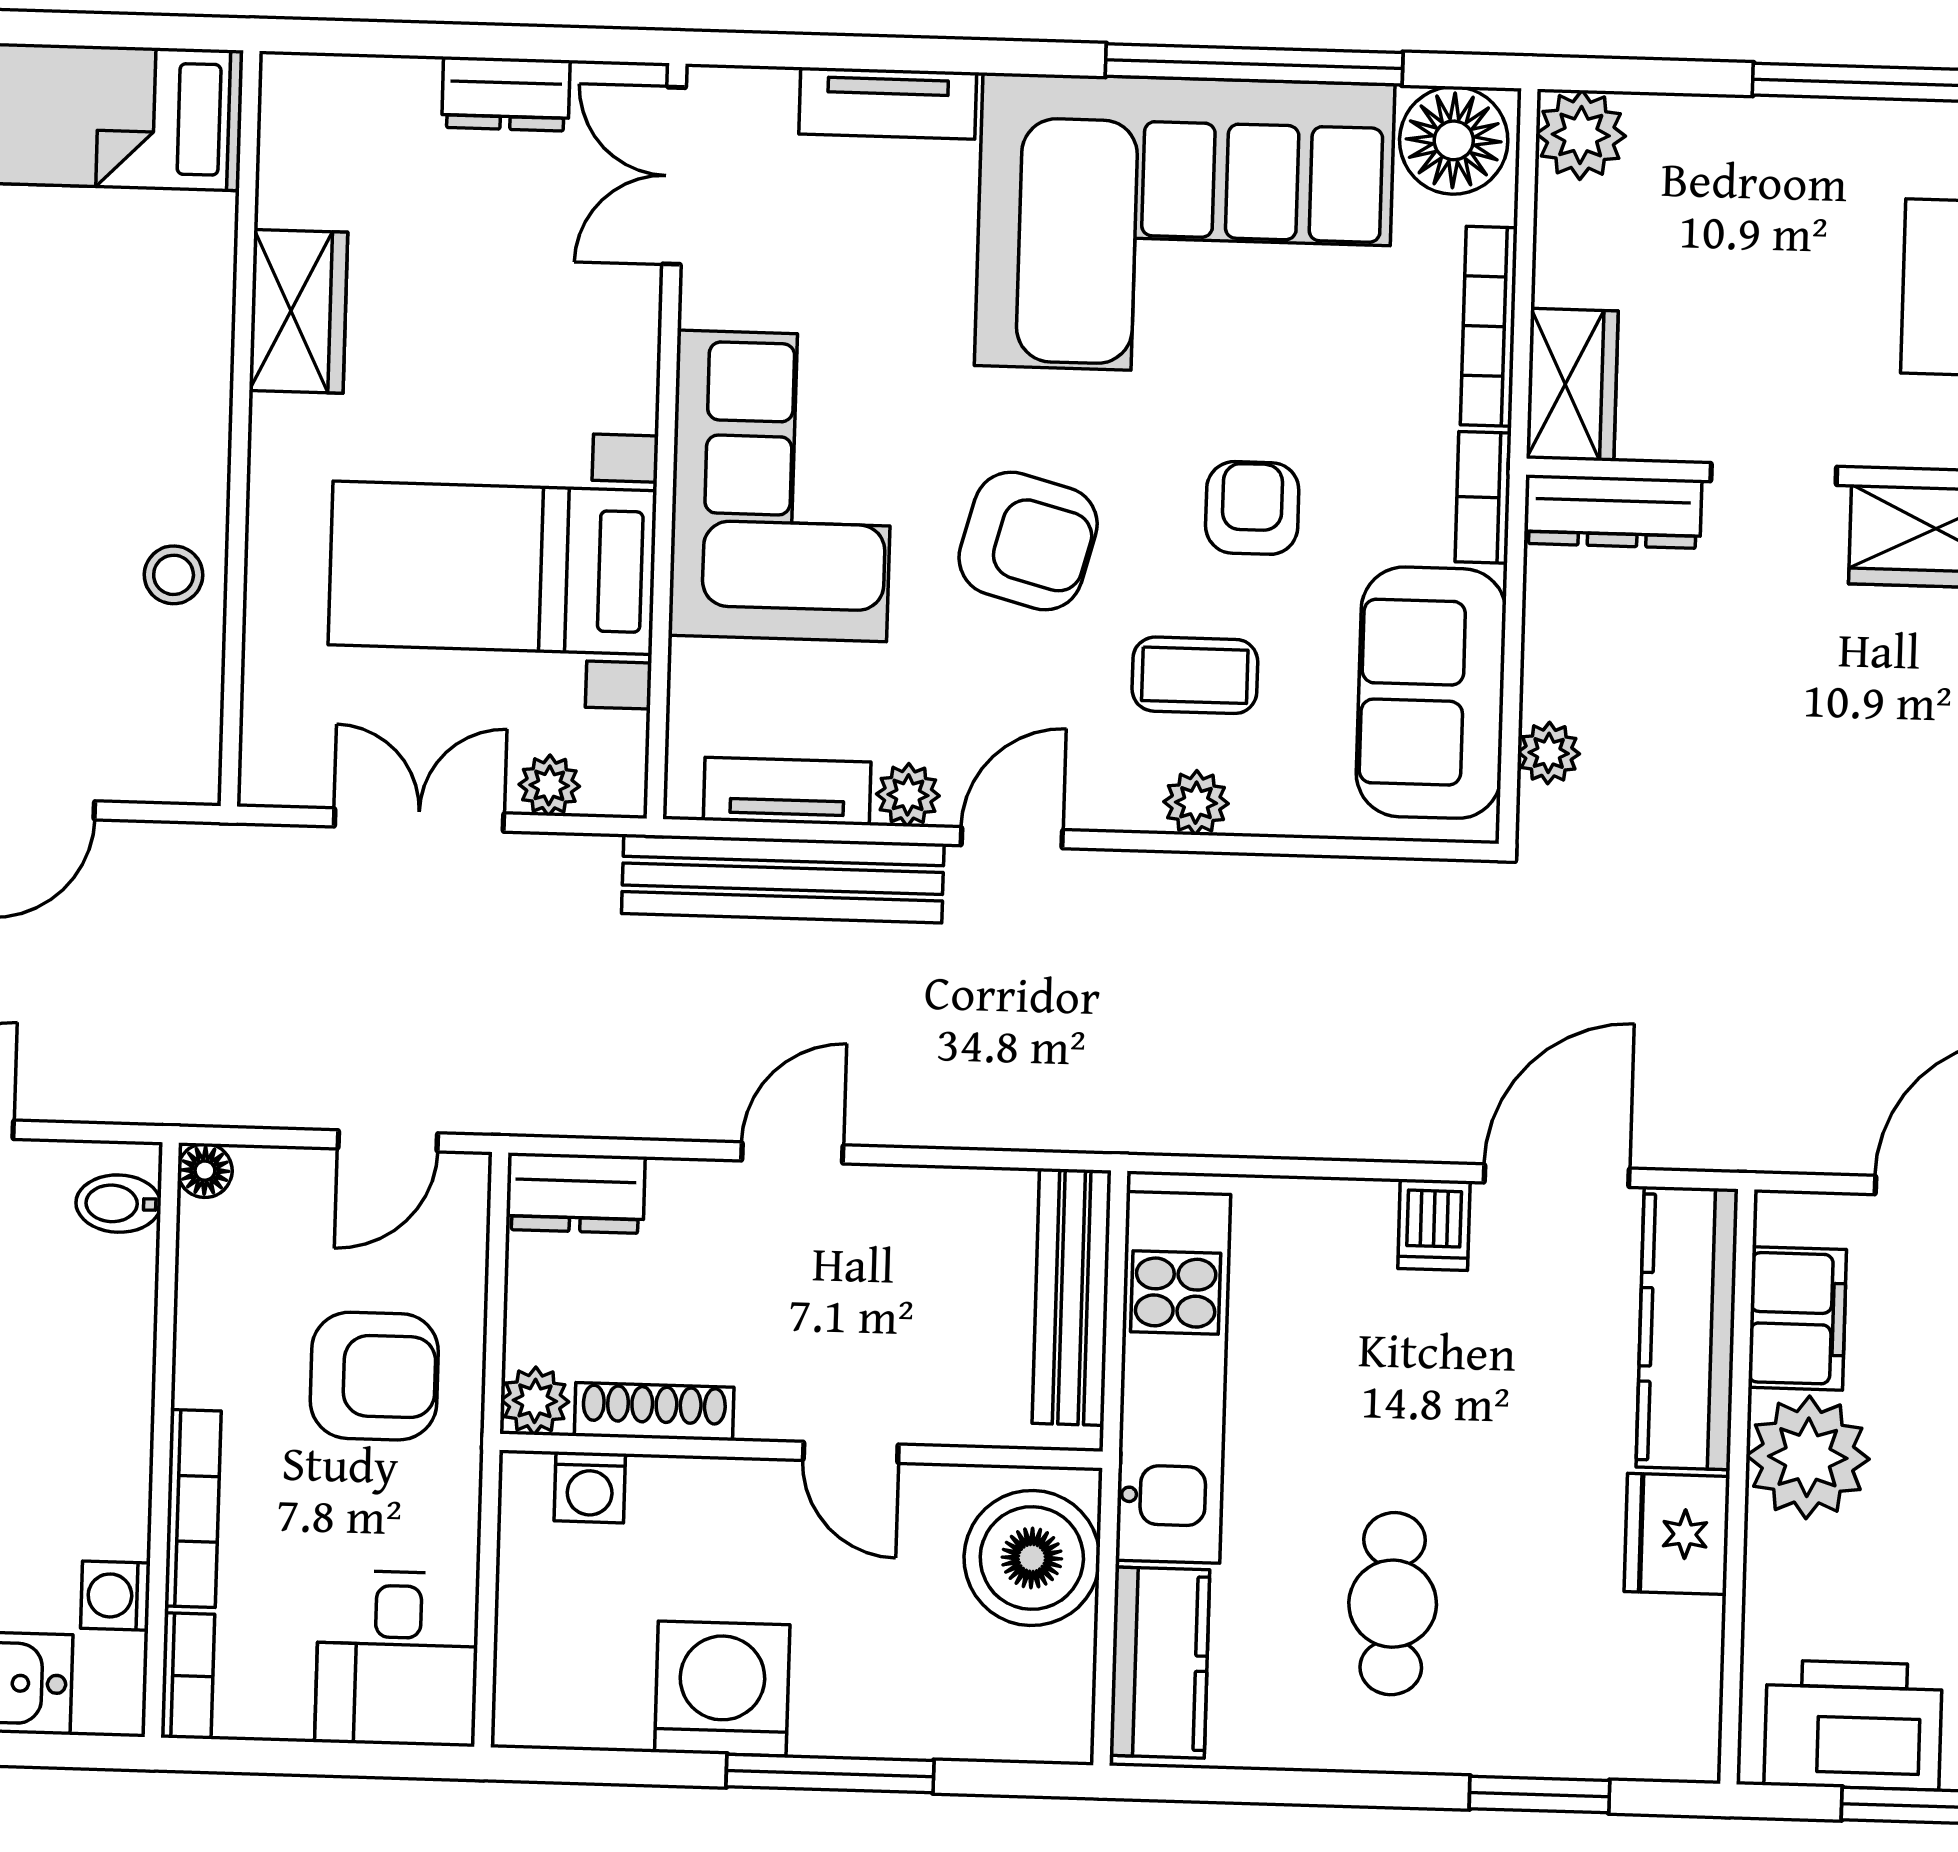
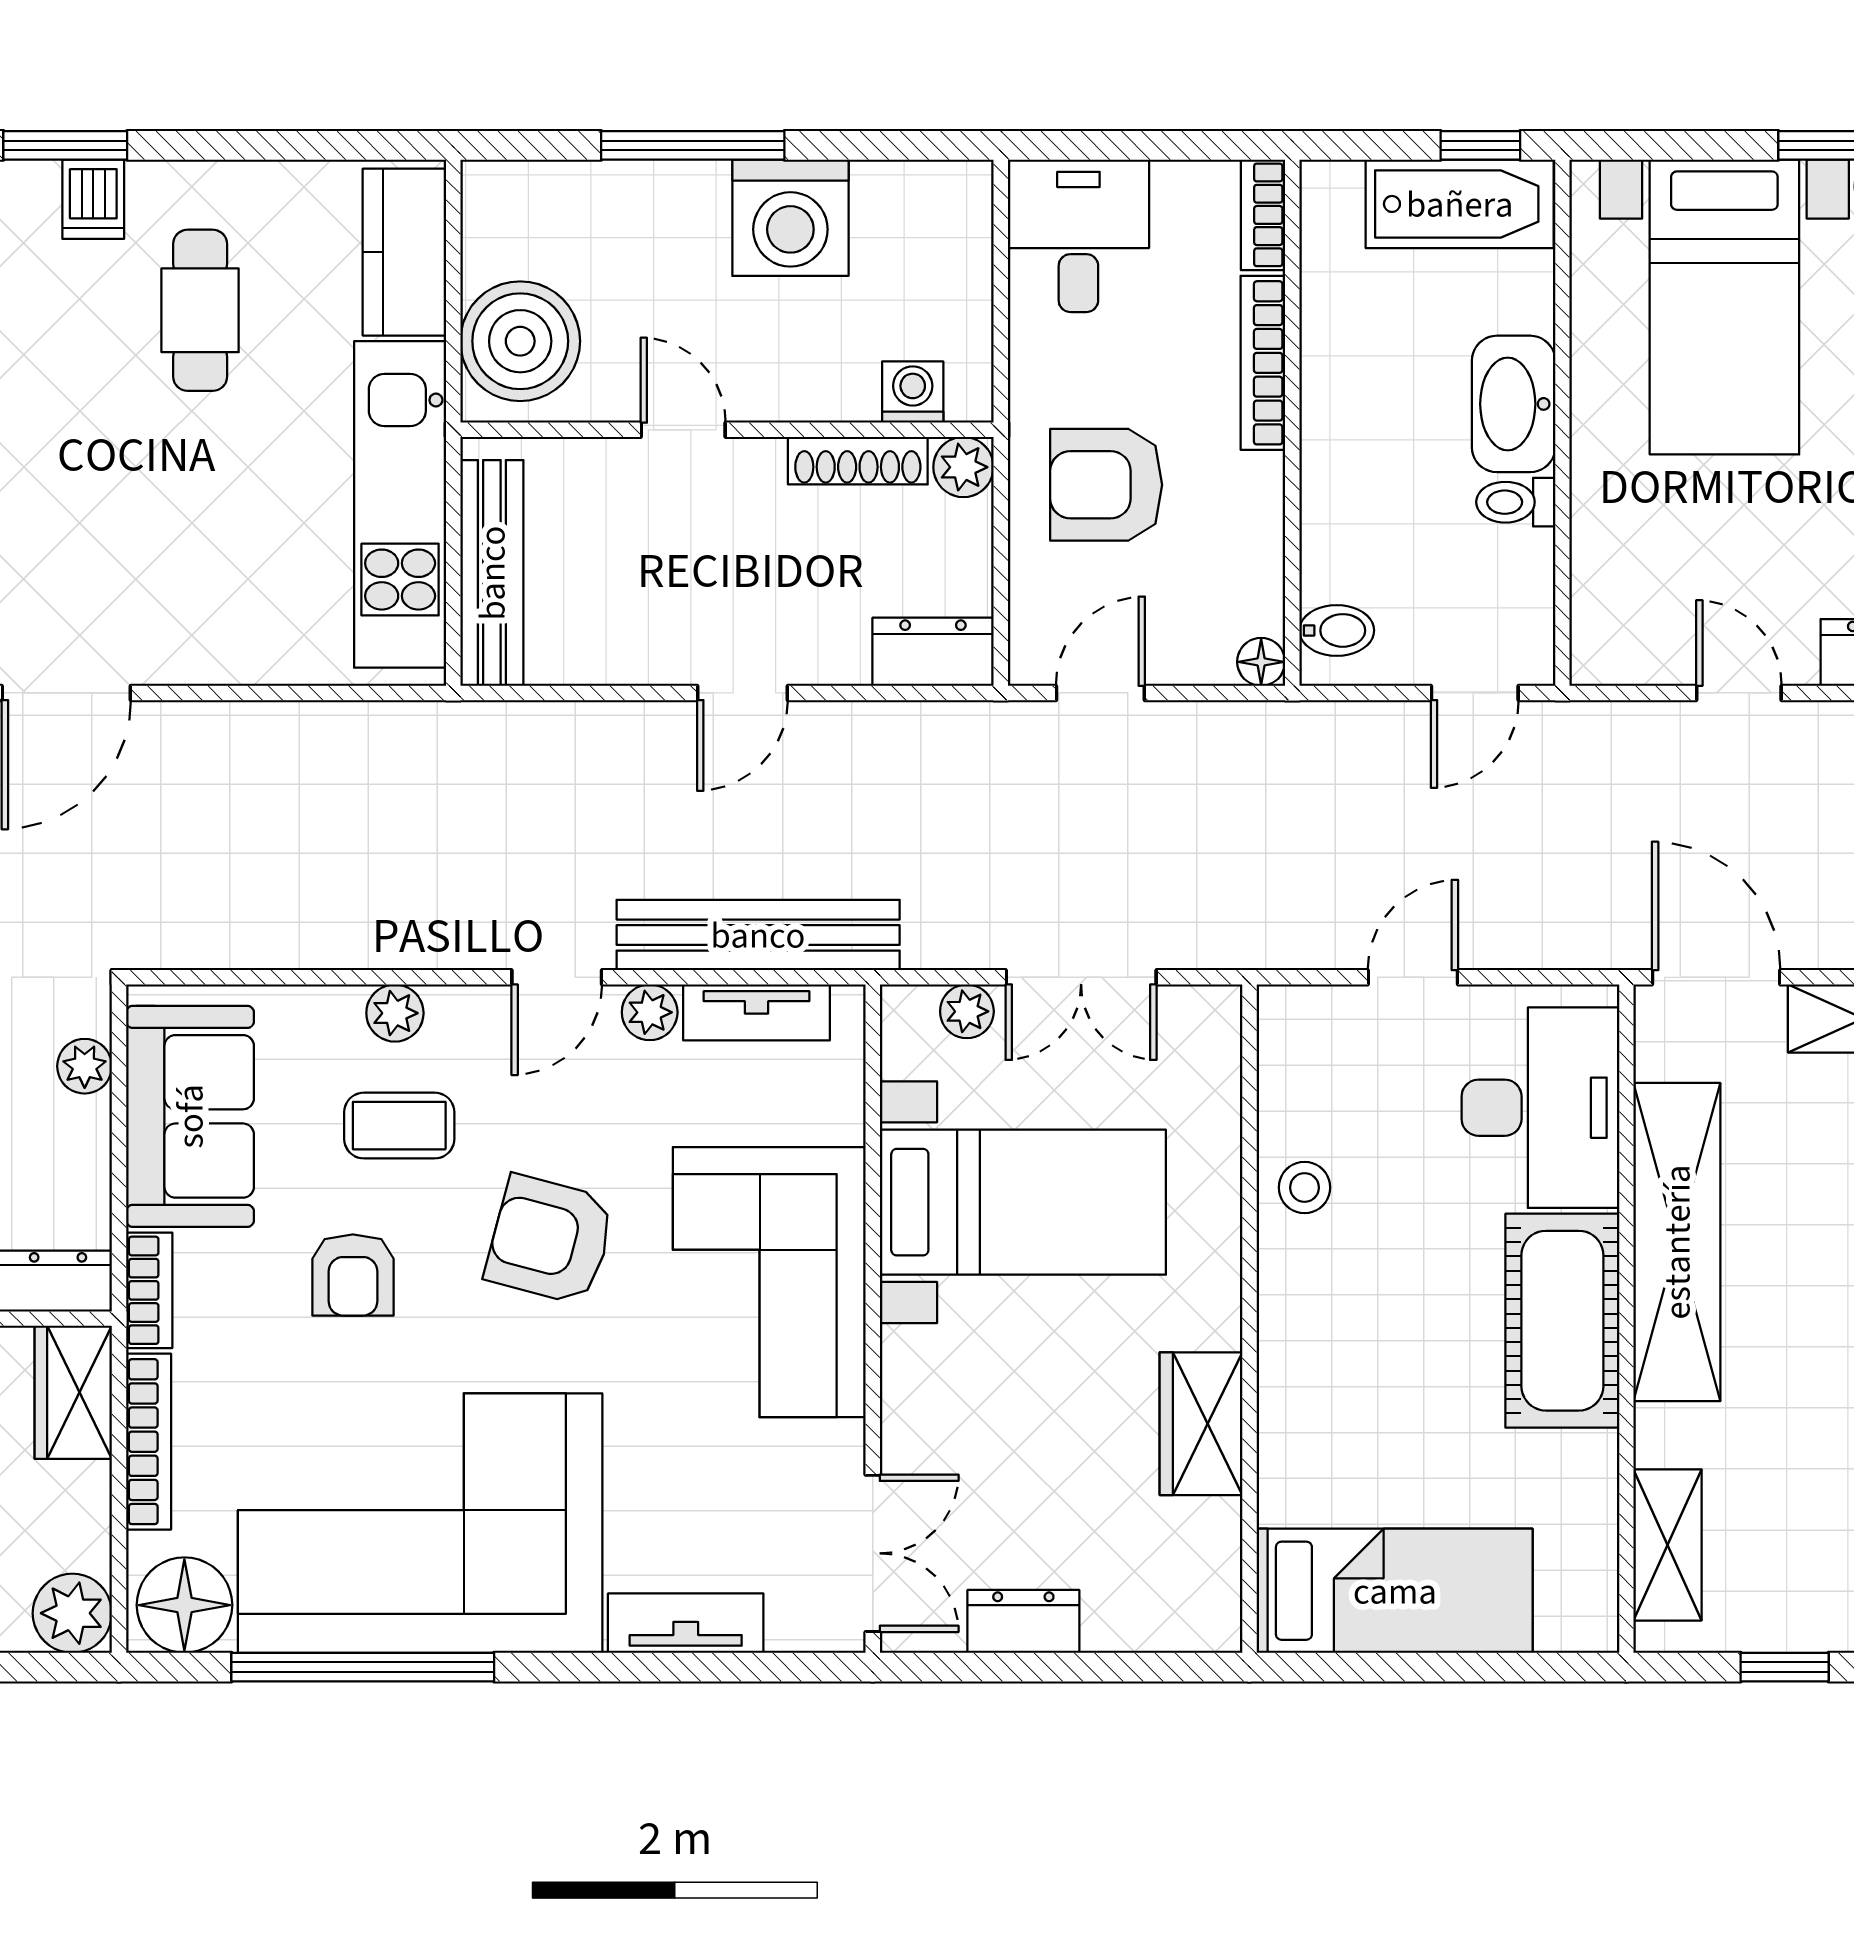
dishwasher: (1434, 1225) -> (93, 199), moved, turned 180
washing machine: (115, 1596) -> (1329, 284), removed

